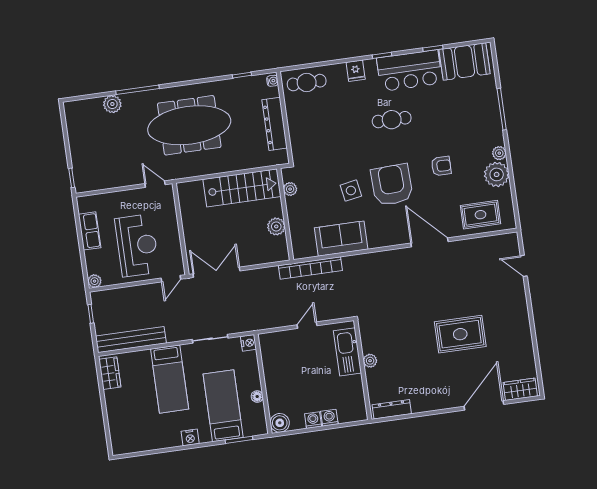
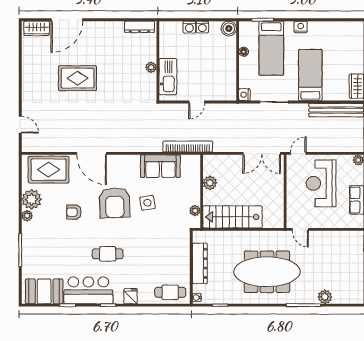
rug: (480, 215) -> (49, 170), width x1.36, depth x1.43

